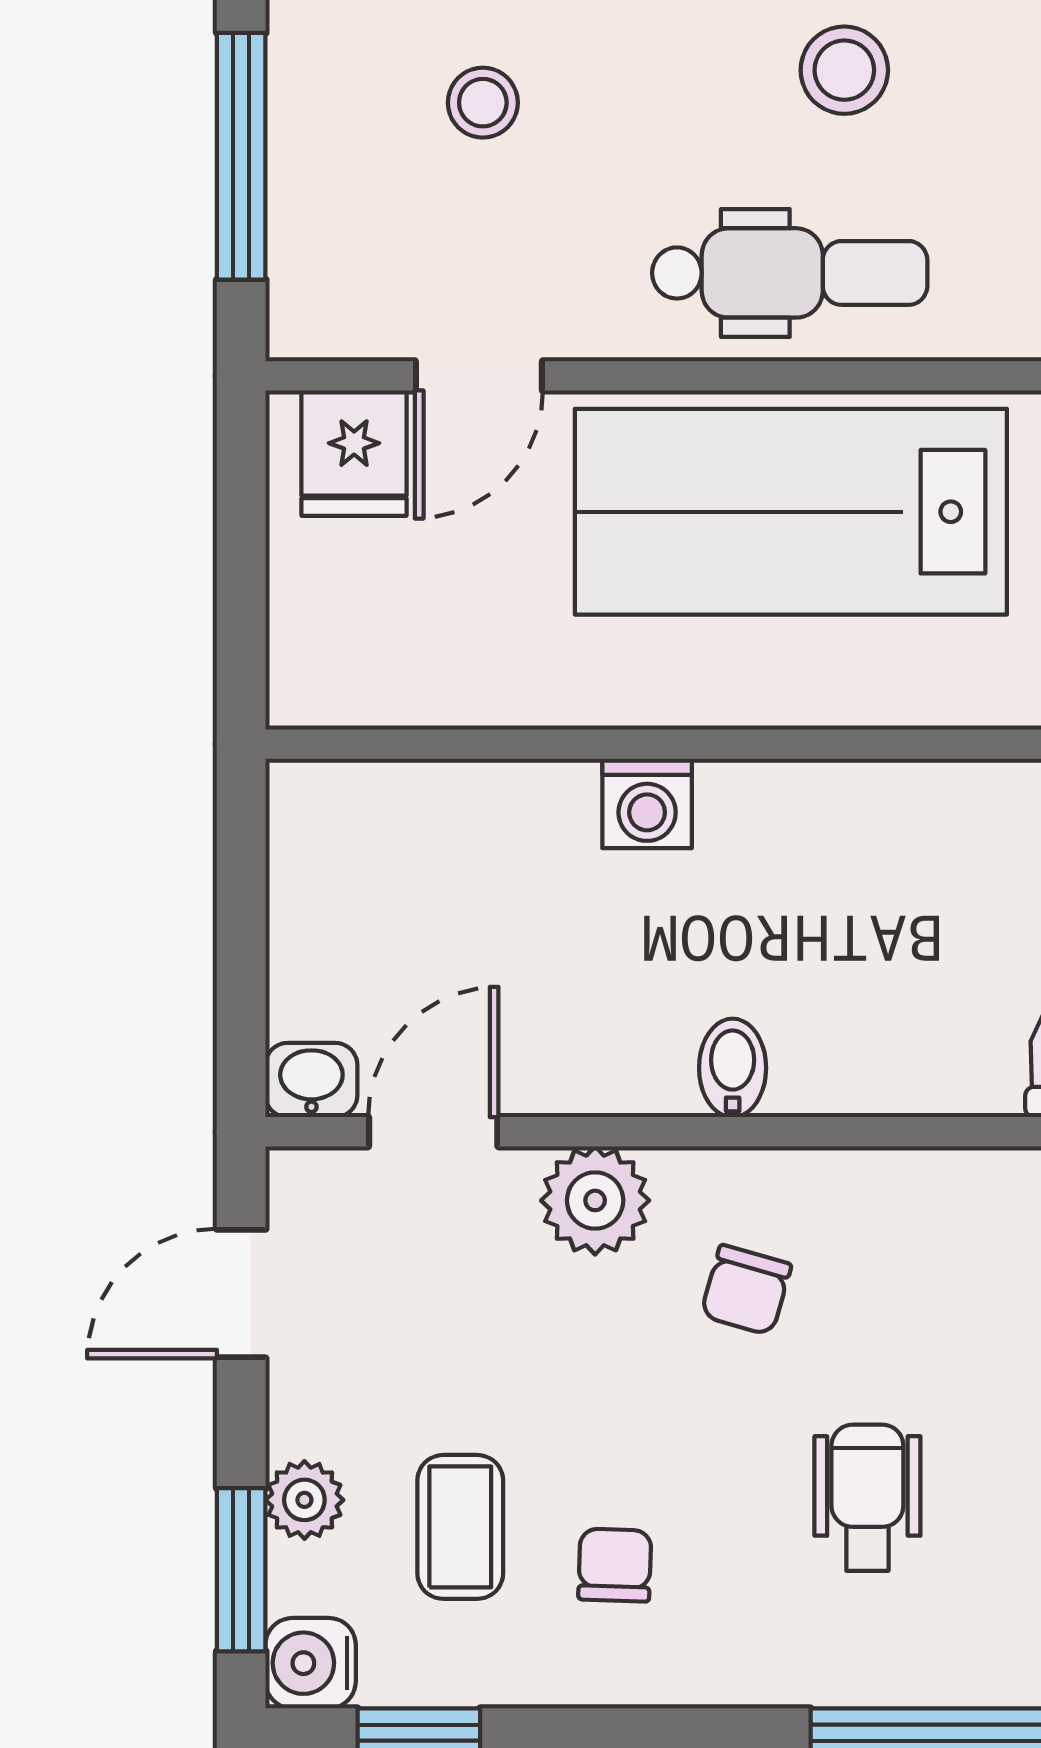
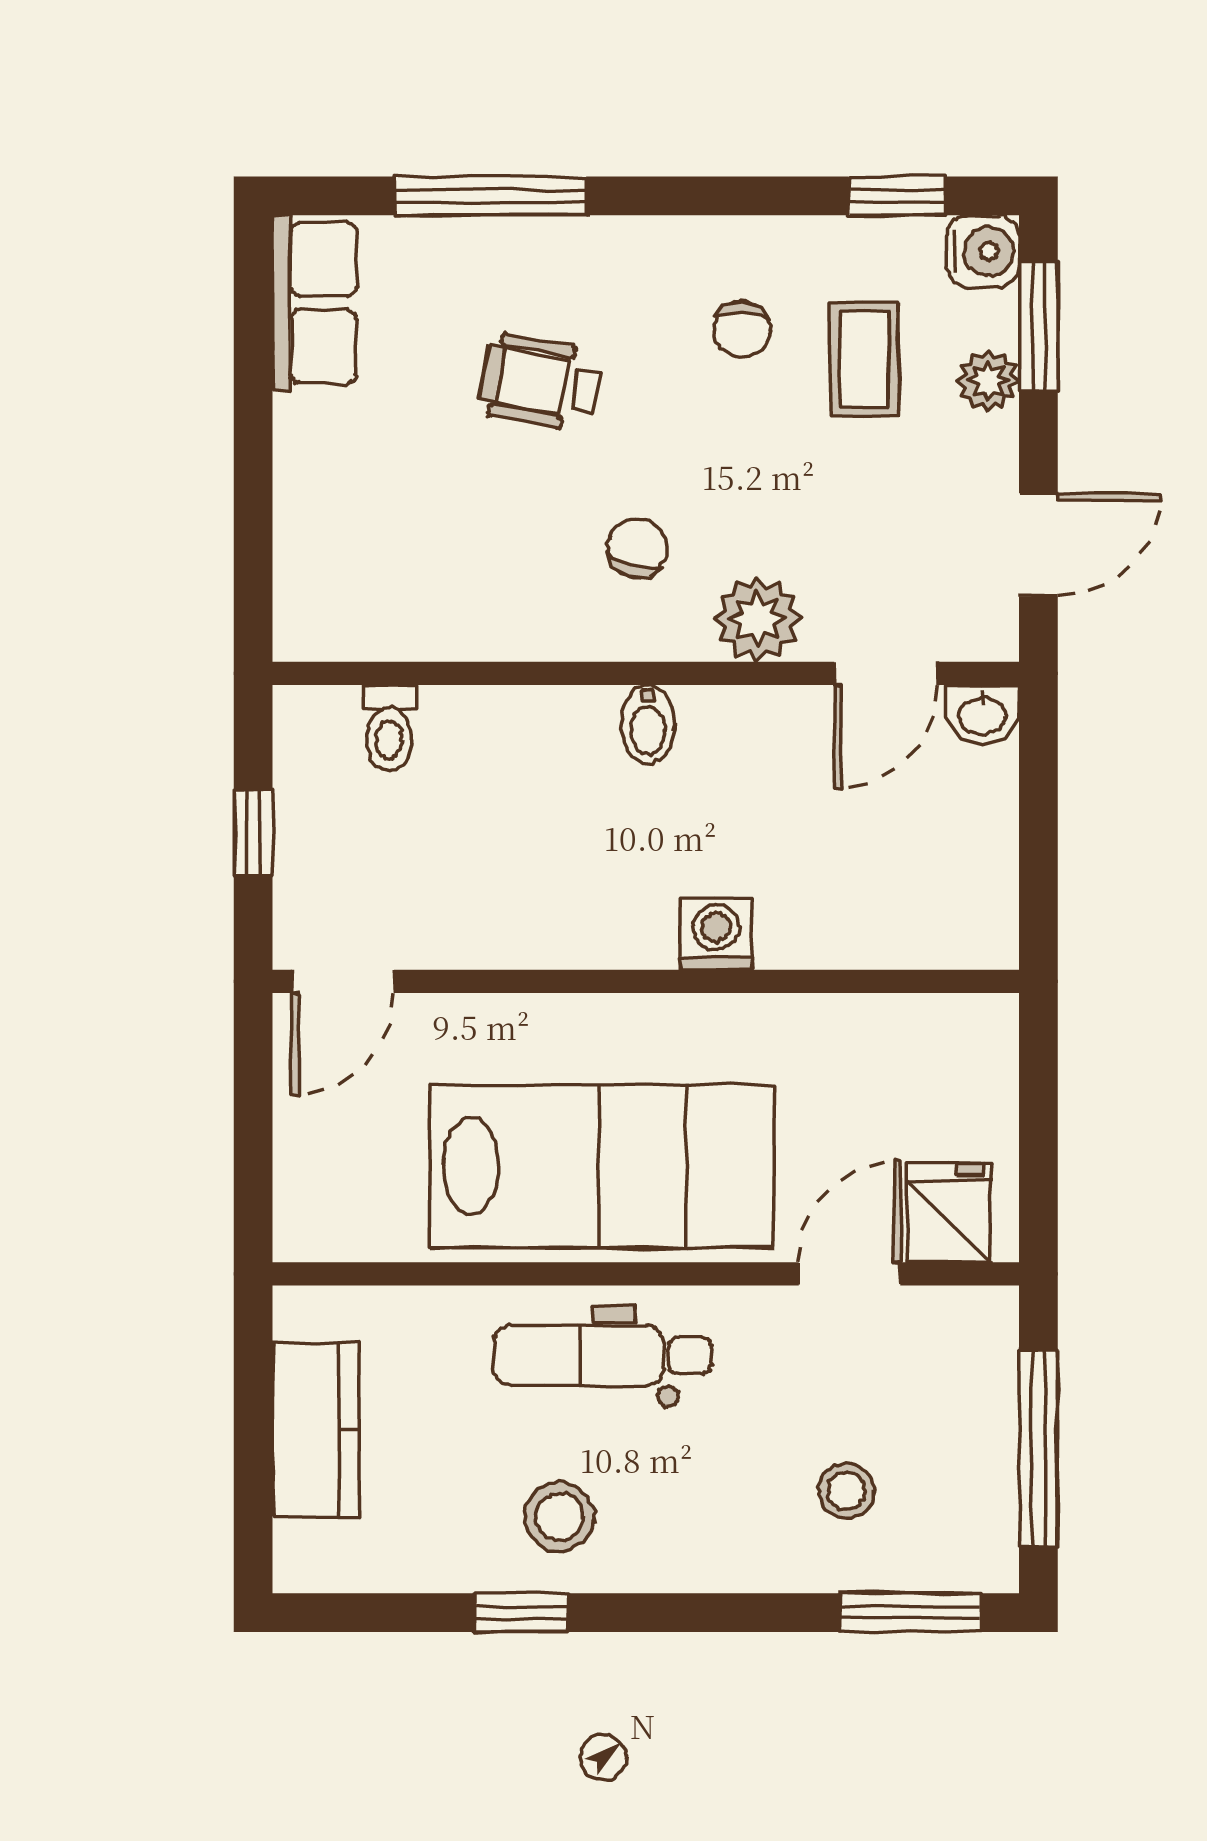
wheelchair: (867, 1498) -> (541, 383), turned 101

